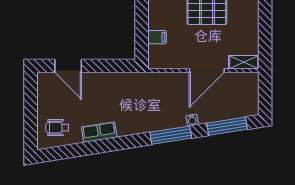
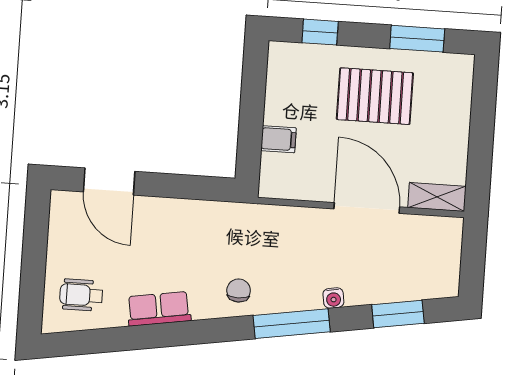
door: (207, 71) -> (367, 208), swing flipped
chair: (141, 119) -> (239, 291), added
window: (227, 126) -> (398, 314), width x0.69

